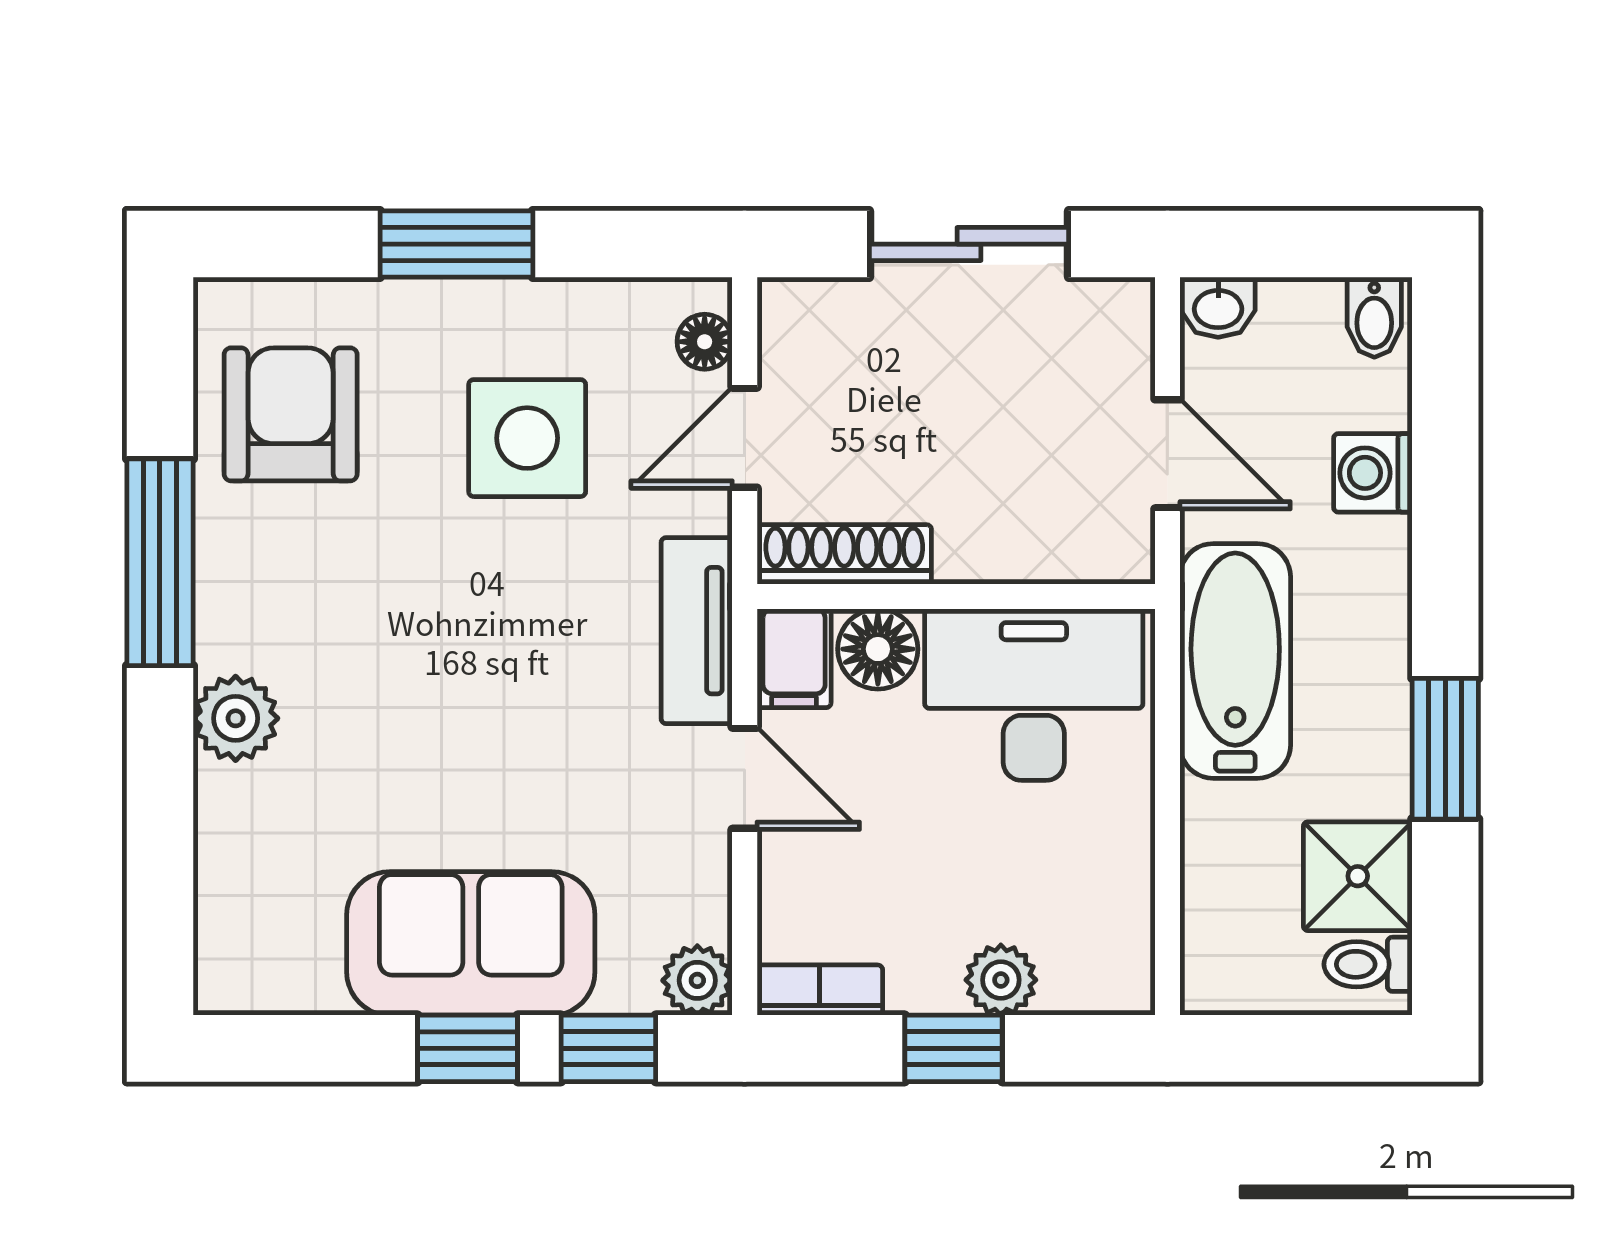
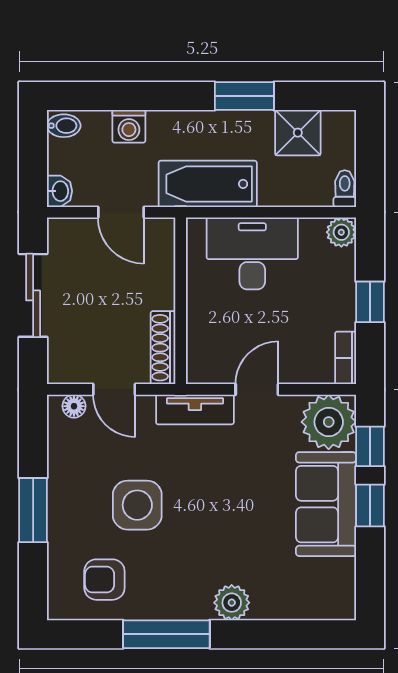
armchair: (291, 414) -> (104, 580), width x0.72, depth x0.72
side table: (527, 438) -> (137, 505), moved
door: (1167, 454) -> (121, 212), swing flipped
floor lamp: (878, 649) -> (203, 334), removed
filing cabinet: (794, 658) -> (207, 369), removed
desk: (1034, 695) -> (252, 253), moved, turned 90
toilet: (1368, 964) -> (345, 189), moved, turned 180
plant: (697, 980) -> (329, 422), width x1.88, depth x1.88
plant: (1001, 980) -> (341, 232), moved

